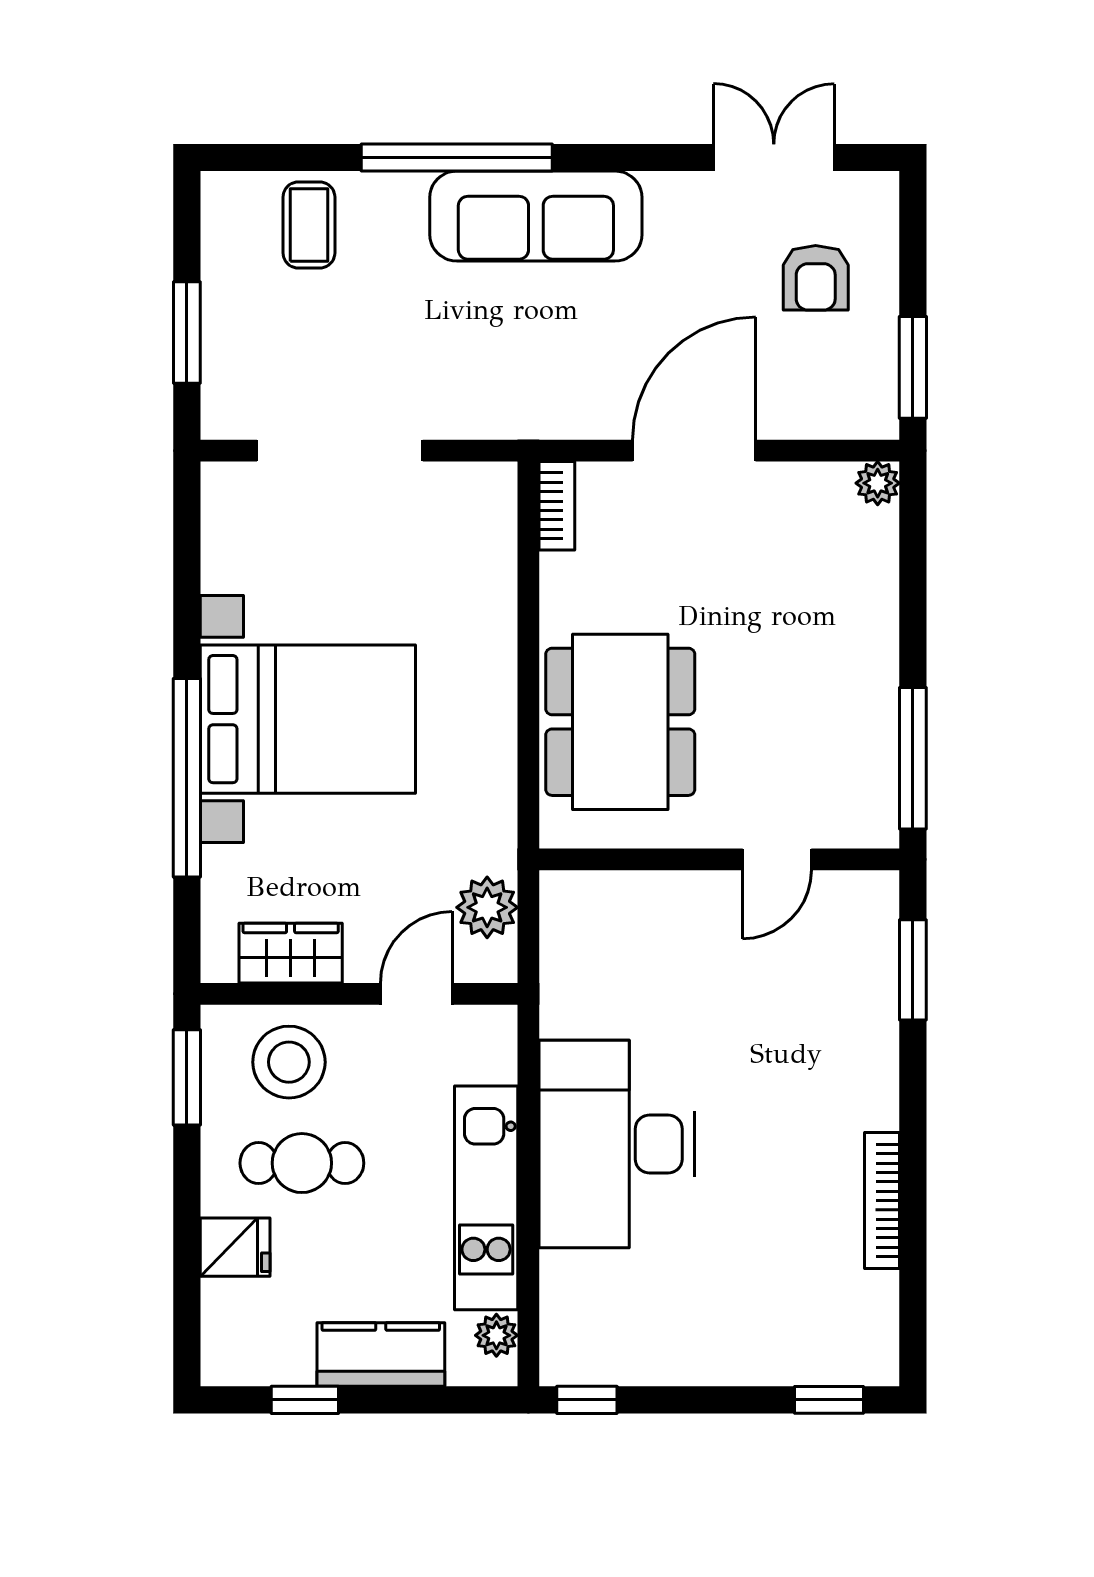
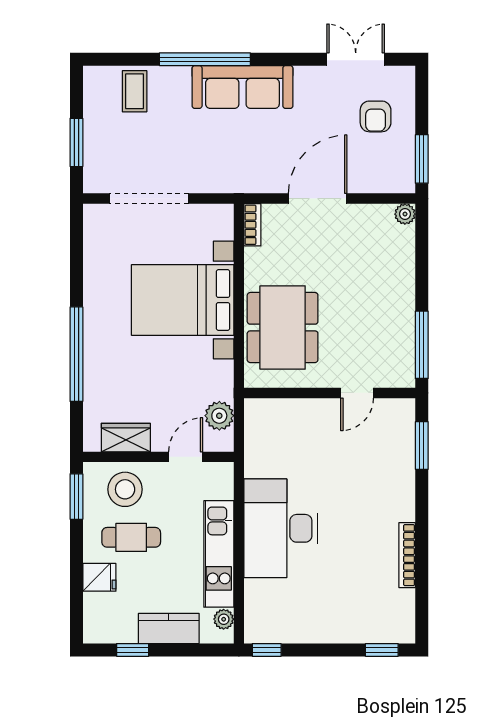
bed with nightstands: (308, 719) -> (183, 300), moved, turned 180

